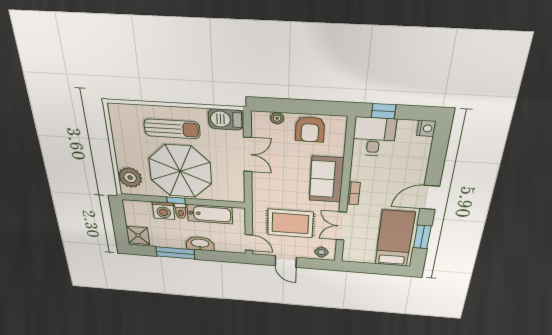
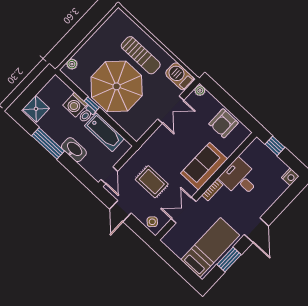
plant: (277, 118) -> (200, 90), moved
desk: (374, 137) -> (240, 178), moved, turned -90
plant: (130, 178) -> (72, 64), width x0.53, depth x0.53
door: (430, 198) -> (256, 230), swing flipped
rug: (290, 223) -> (152, 182), width x0.73, depth x0.70

